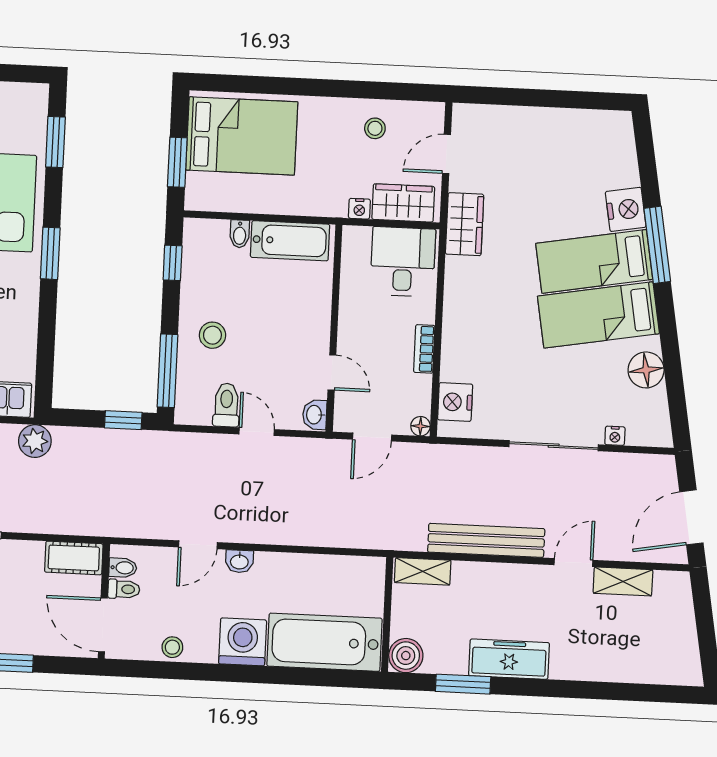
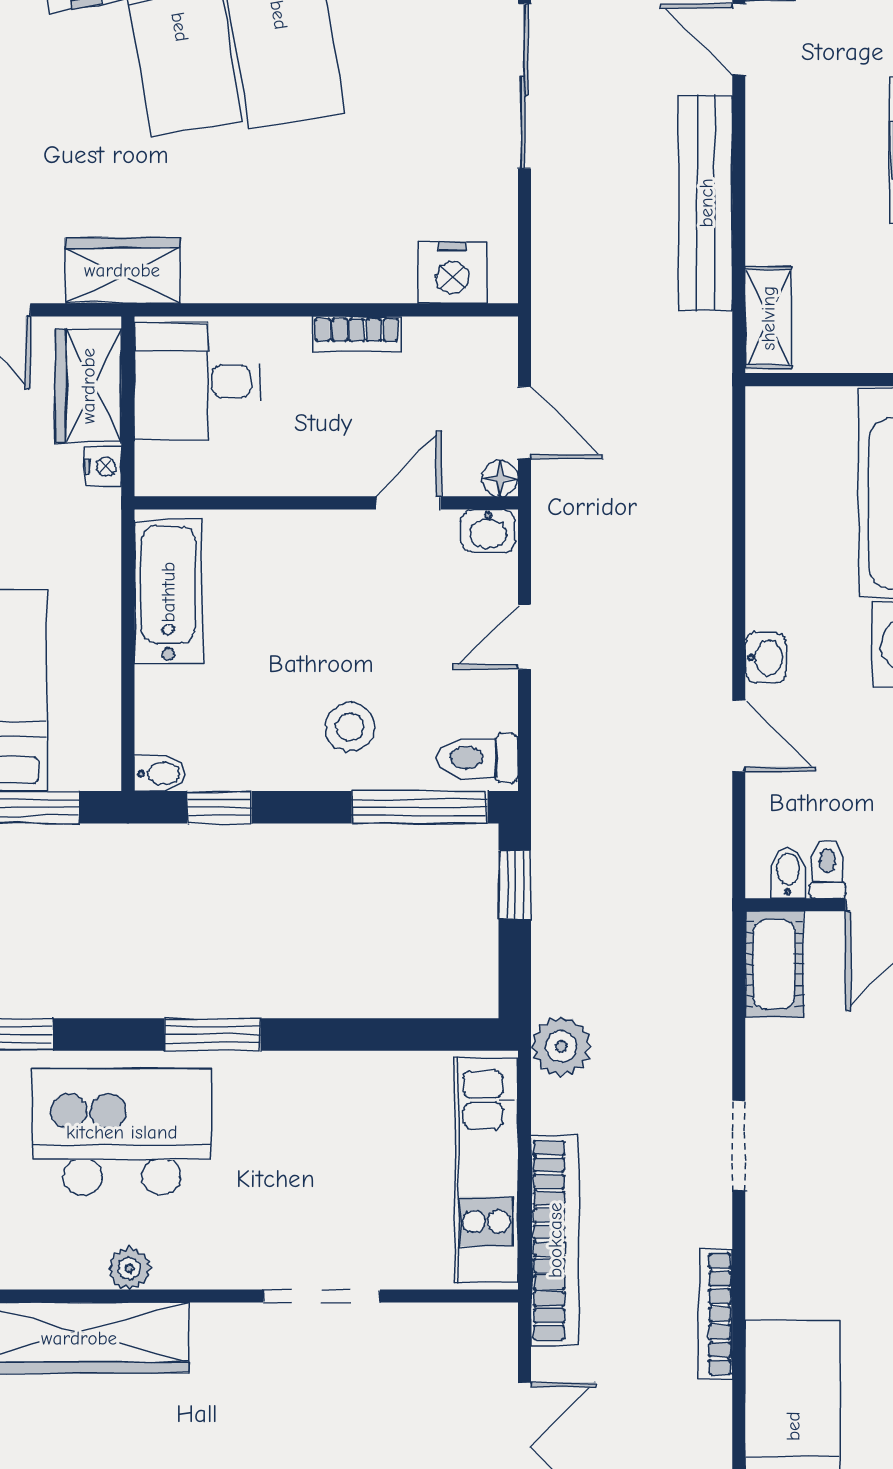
bidet: (240, 234) -> (160, 774), moved
toilet: (226, 405) -> (478, 758), moved
floor lamp: (420, 426) -> (500, 478), moved

